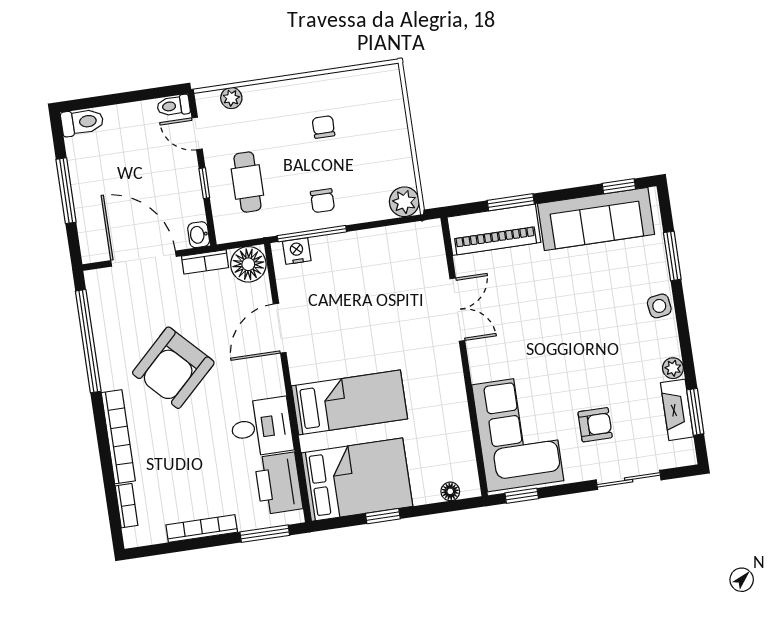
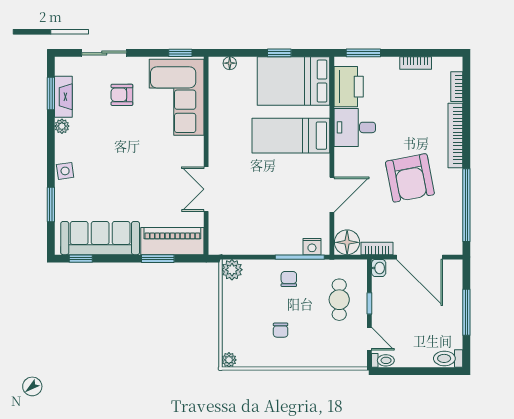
plant: (231, 98) -> (229, 360), moved
armchair: (173, 368) -> (410, 178), turned 123
bookcase: (202, 529) -> (416, 63), width x0.64

